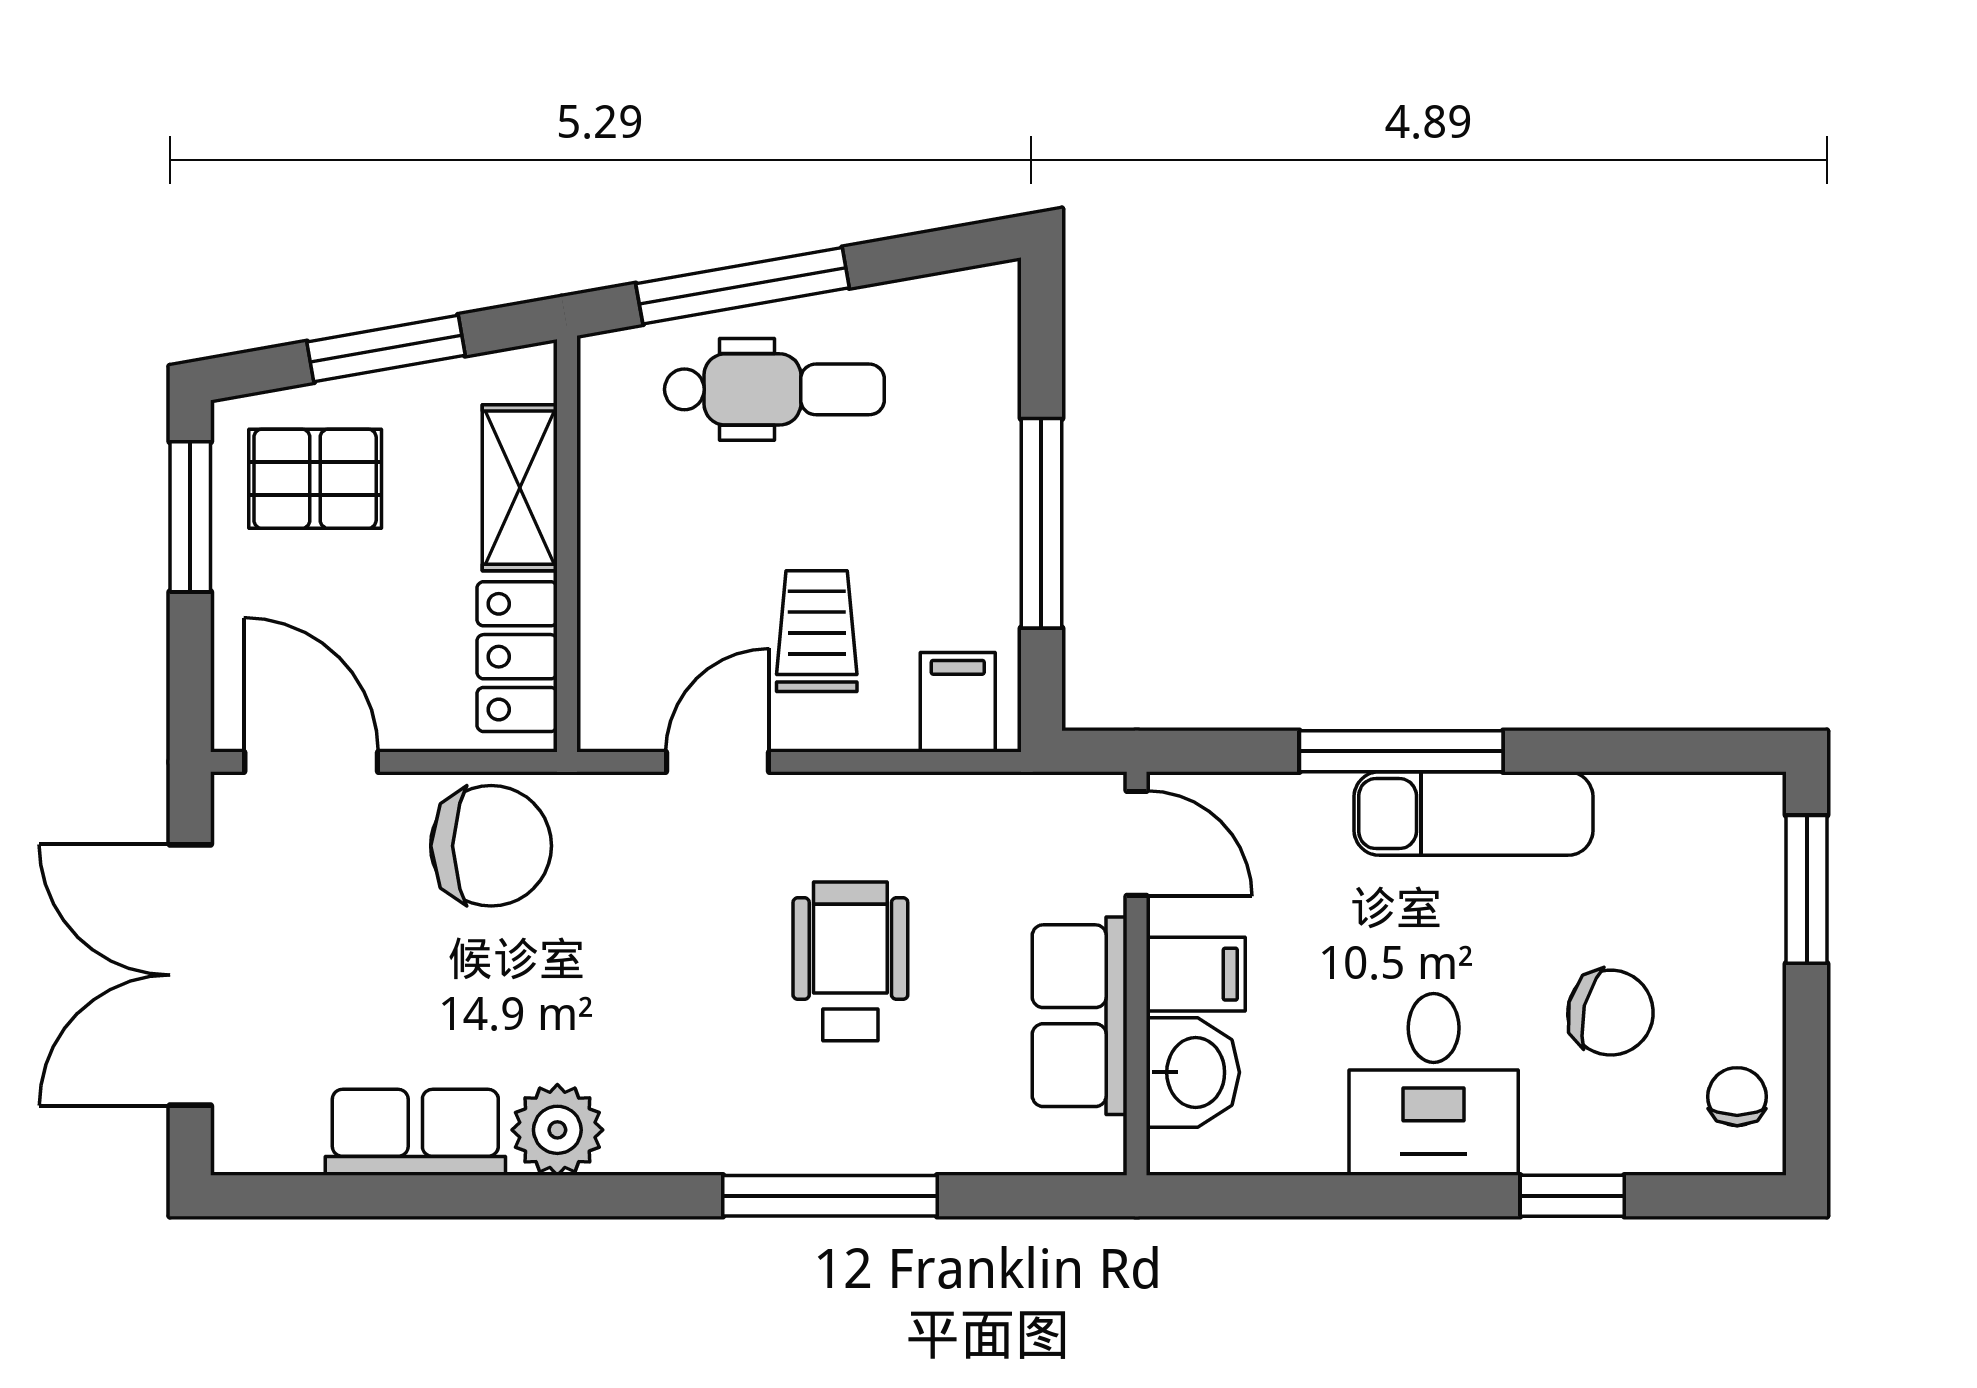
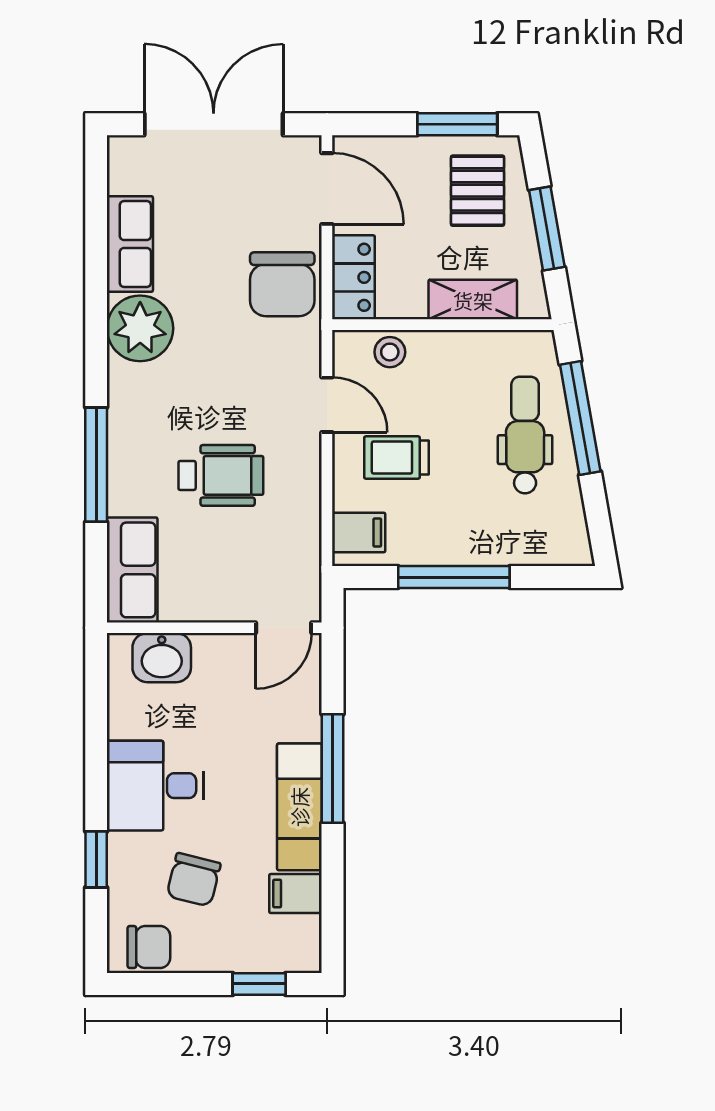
dental chair: (774, 389) -> (525, 435), turned 180
trolley: (817, 631) -> (396, 457), turned 180
stool: (618, 644) -> (390, 352), added
locker: (517, 657) -> (353, 277), moved, turned 90
door: (311, 762) -> (327, 189), hinge flipped
window: (1807, 889) -> (259, 984), width x0.67
filing cabinet: (1196, 974) -> (295, 894), moved, turned 90
row of seats: (1080, 1016) -> (132, 570), moved, turned 90
chair: (1737, 1097) -> (149, 947), width x1.37, depth x1.37
plant: (557, 1130) -> (140, 328), width x1.36, depth x1.36

